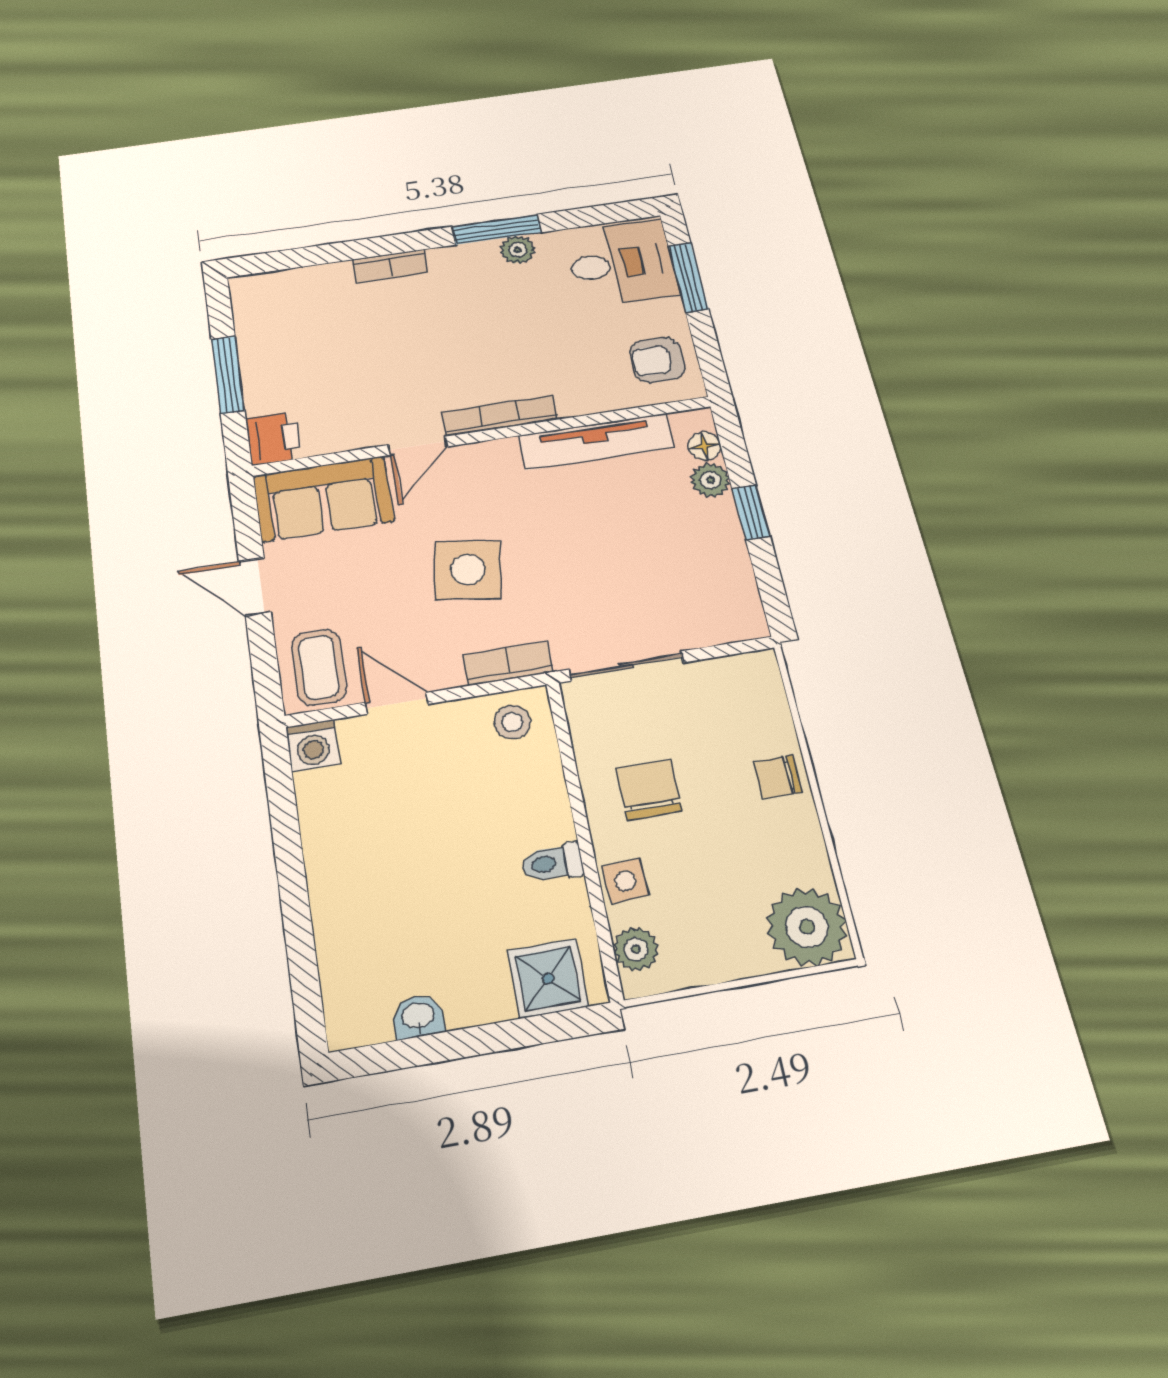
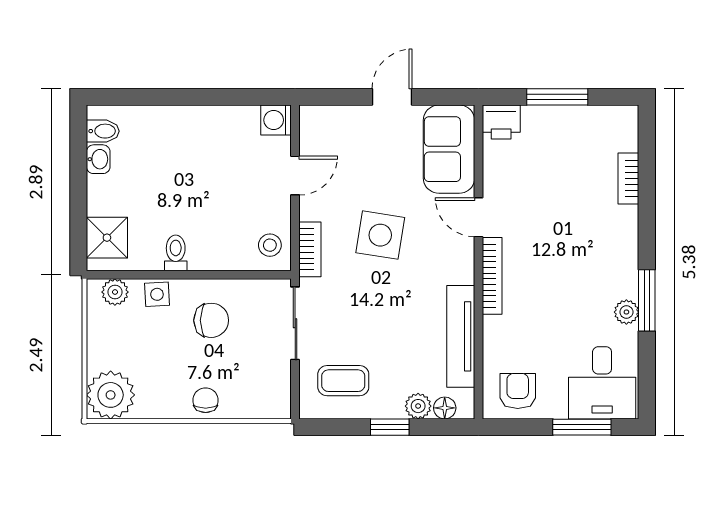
bookcase: (390, 266) -> (628, 179), moved
coffee table: (319, 667) -> (343, 381), moved
bidet: (369, 1017) -> (103, 131), added

